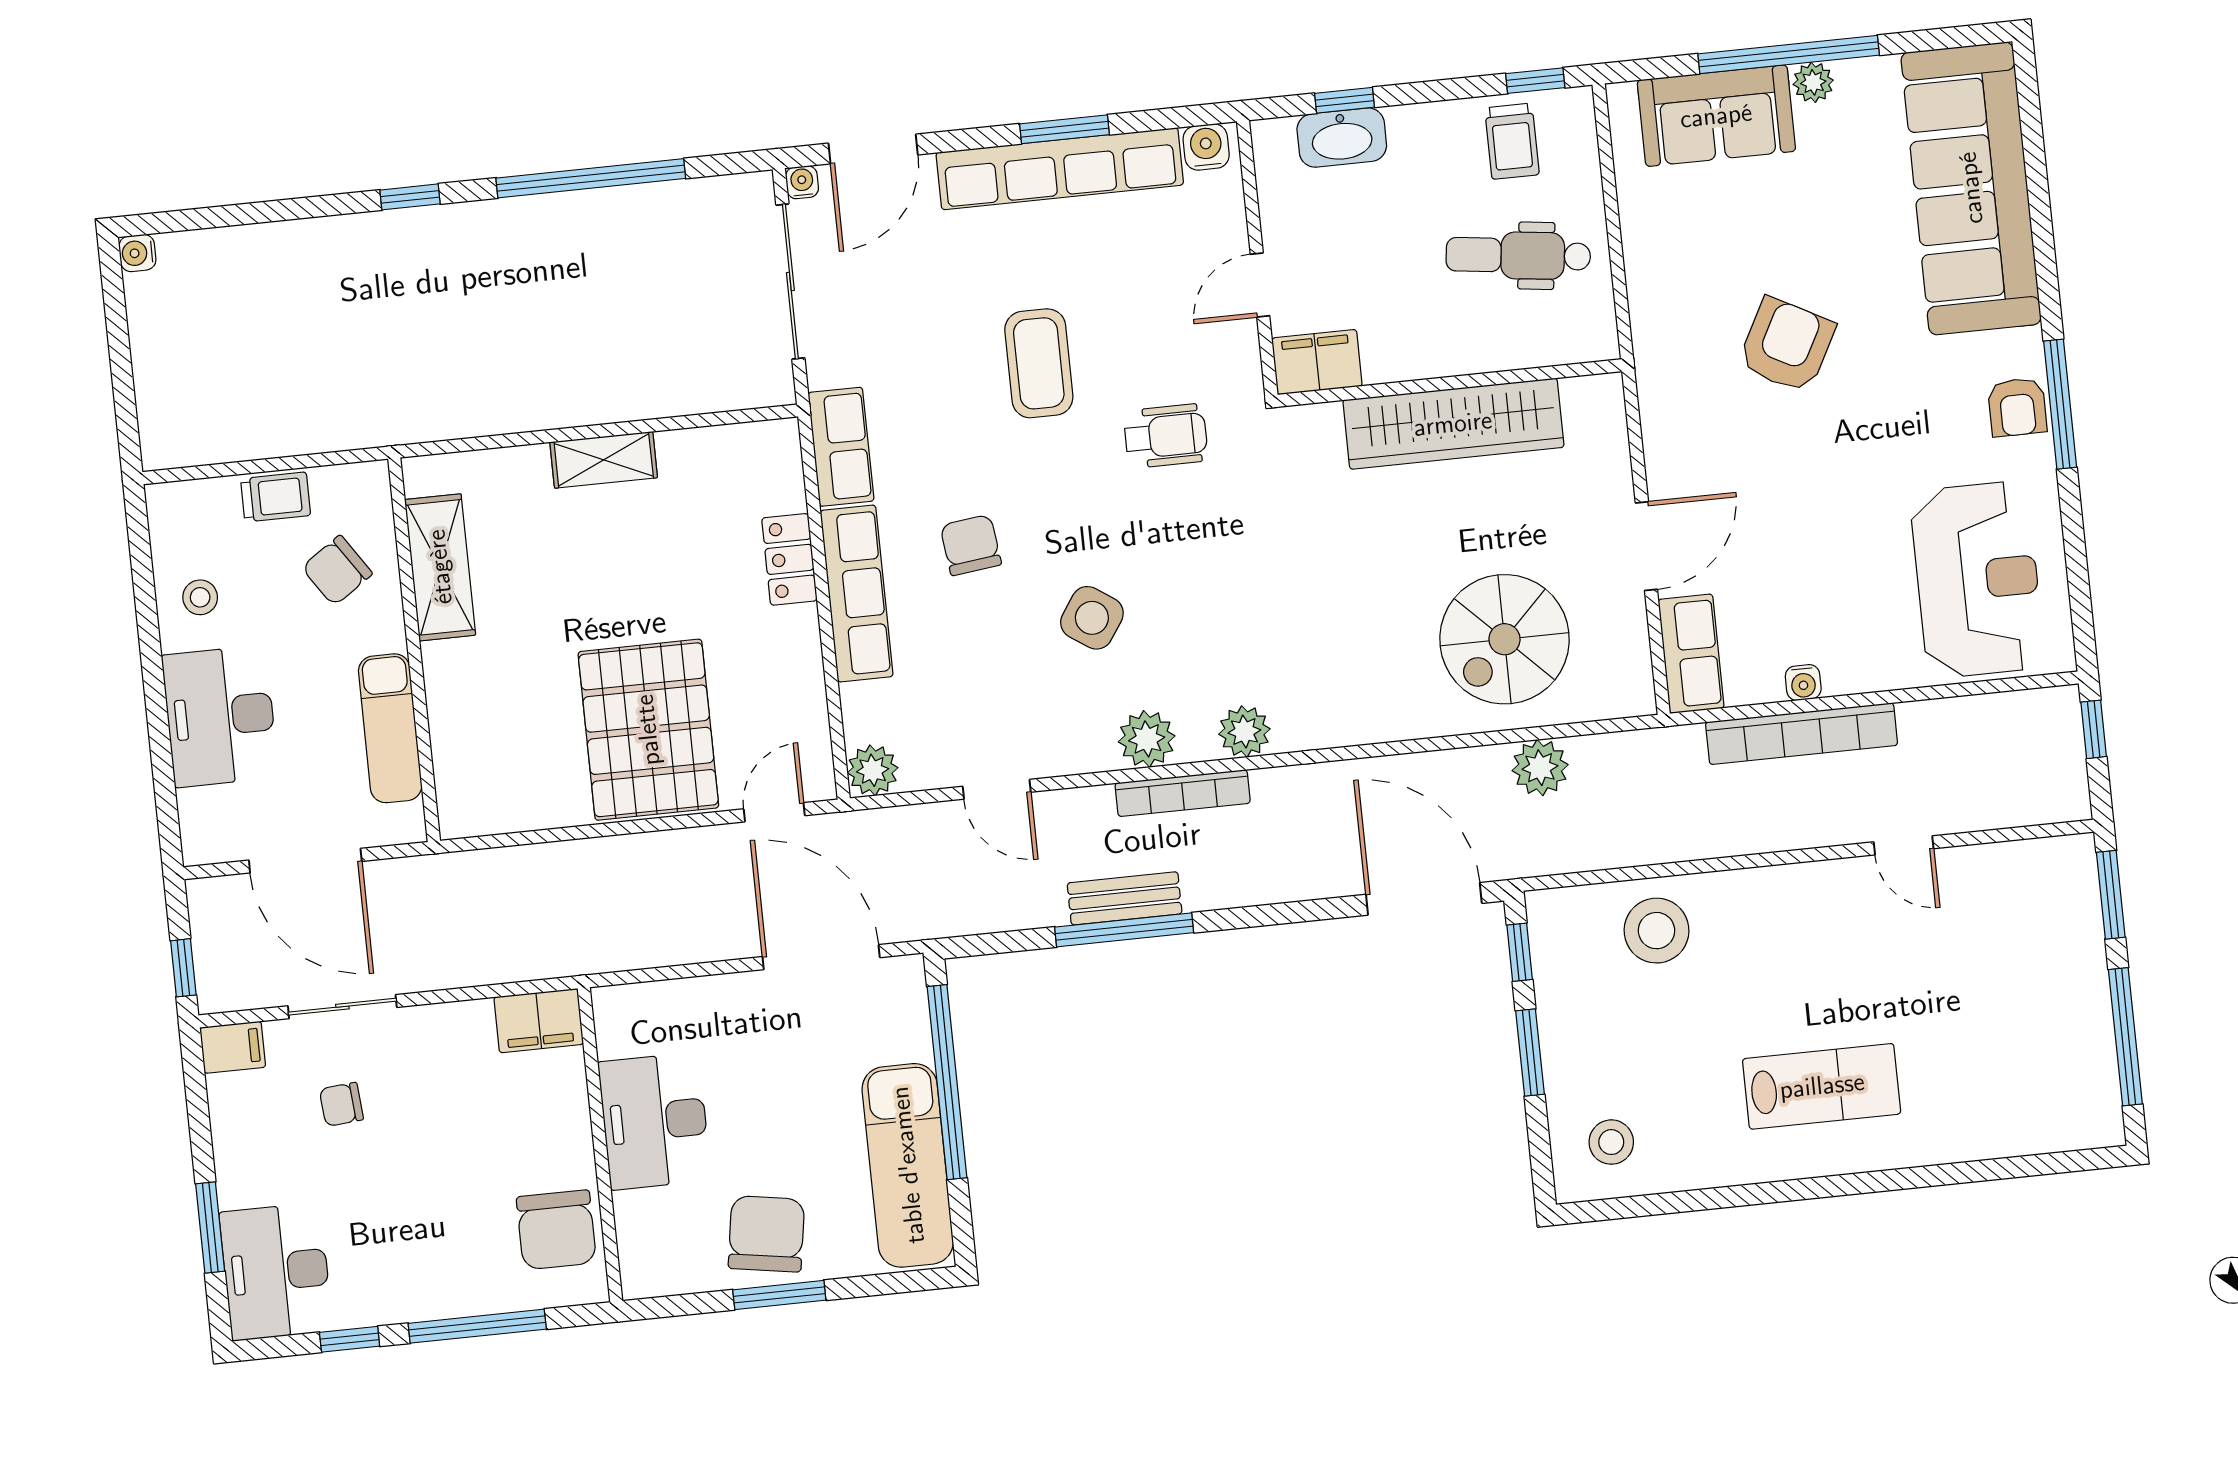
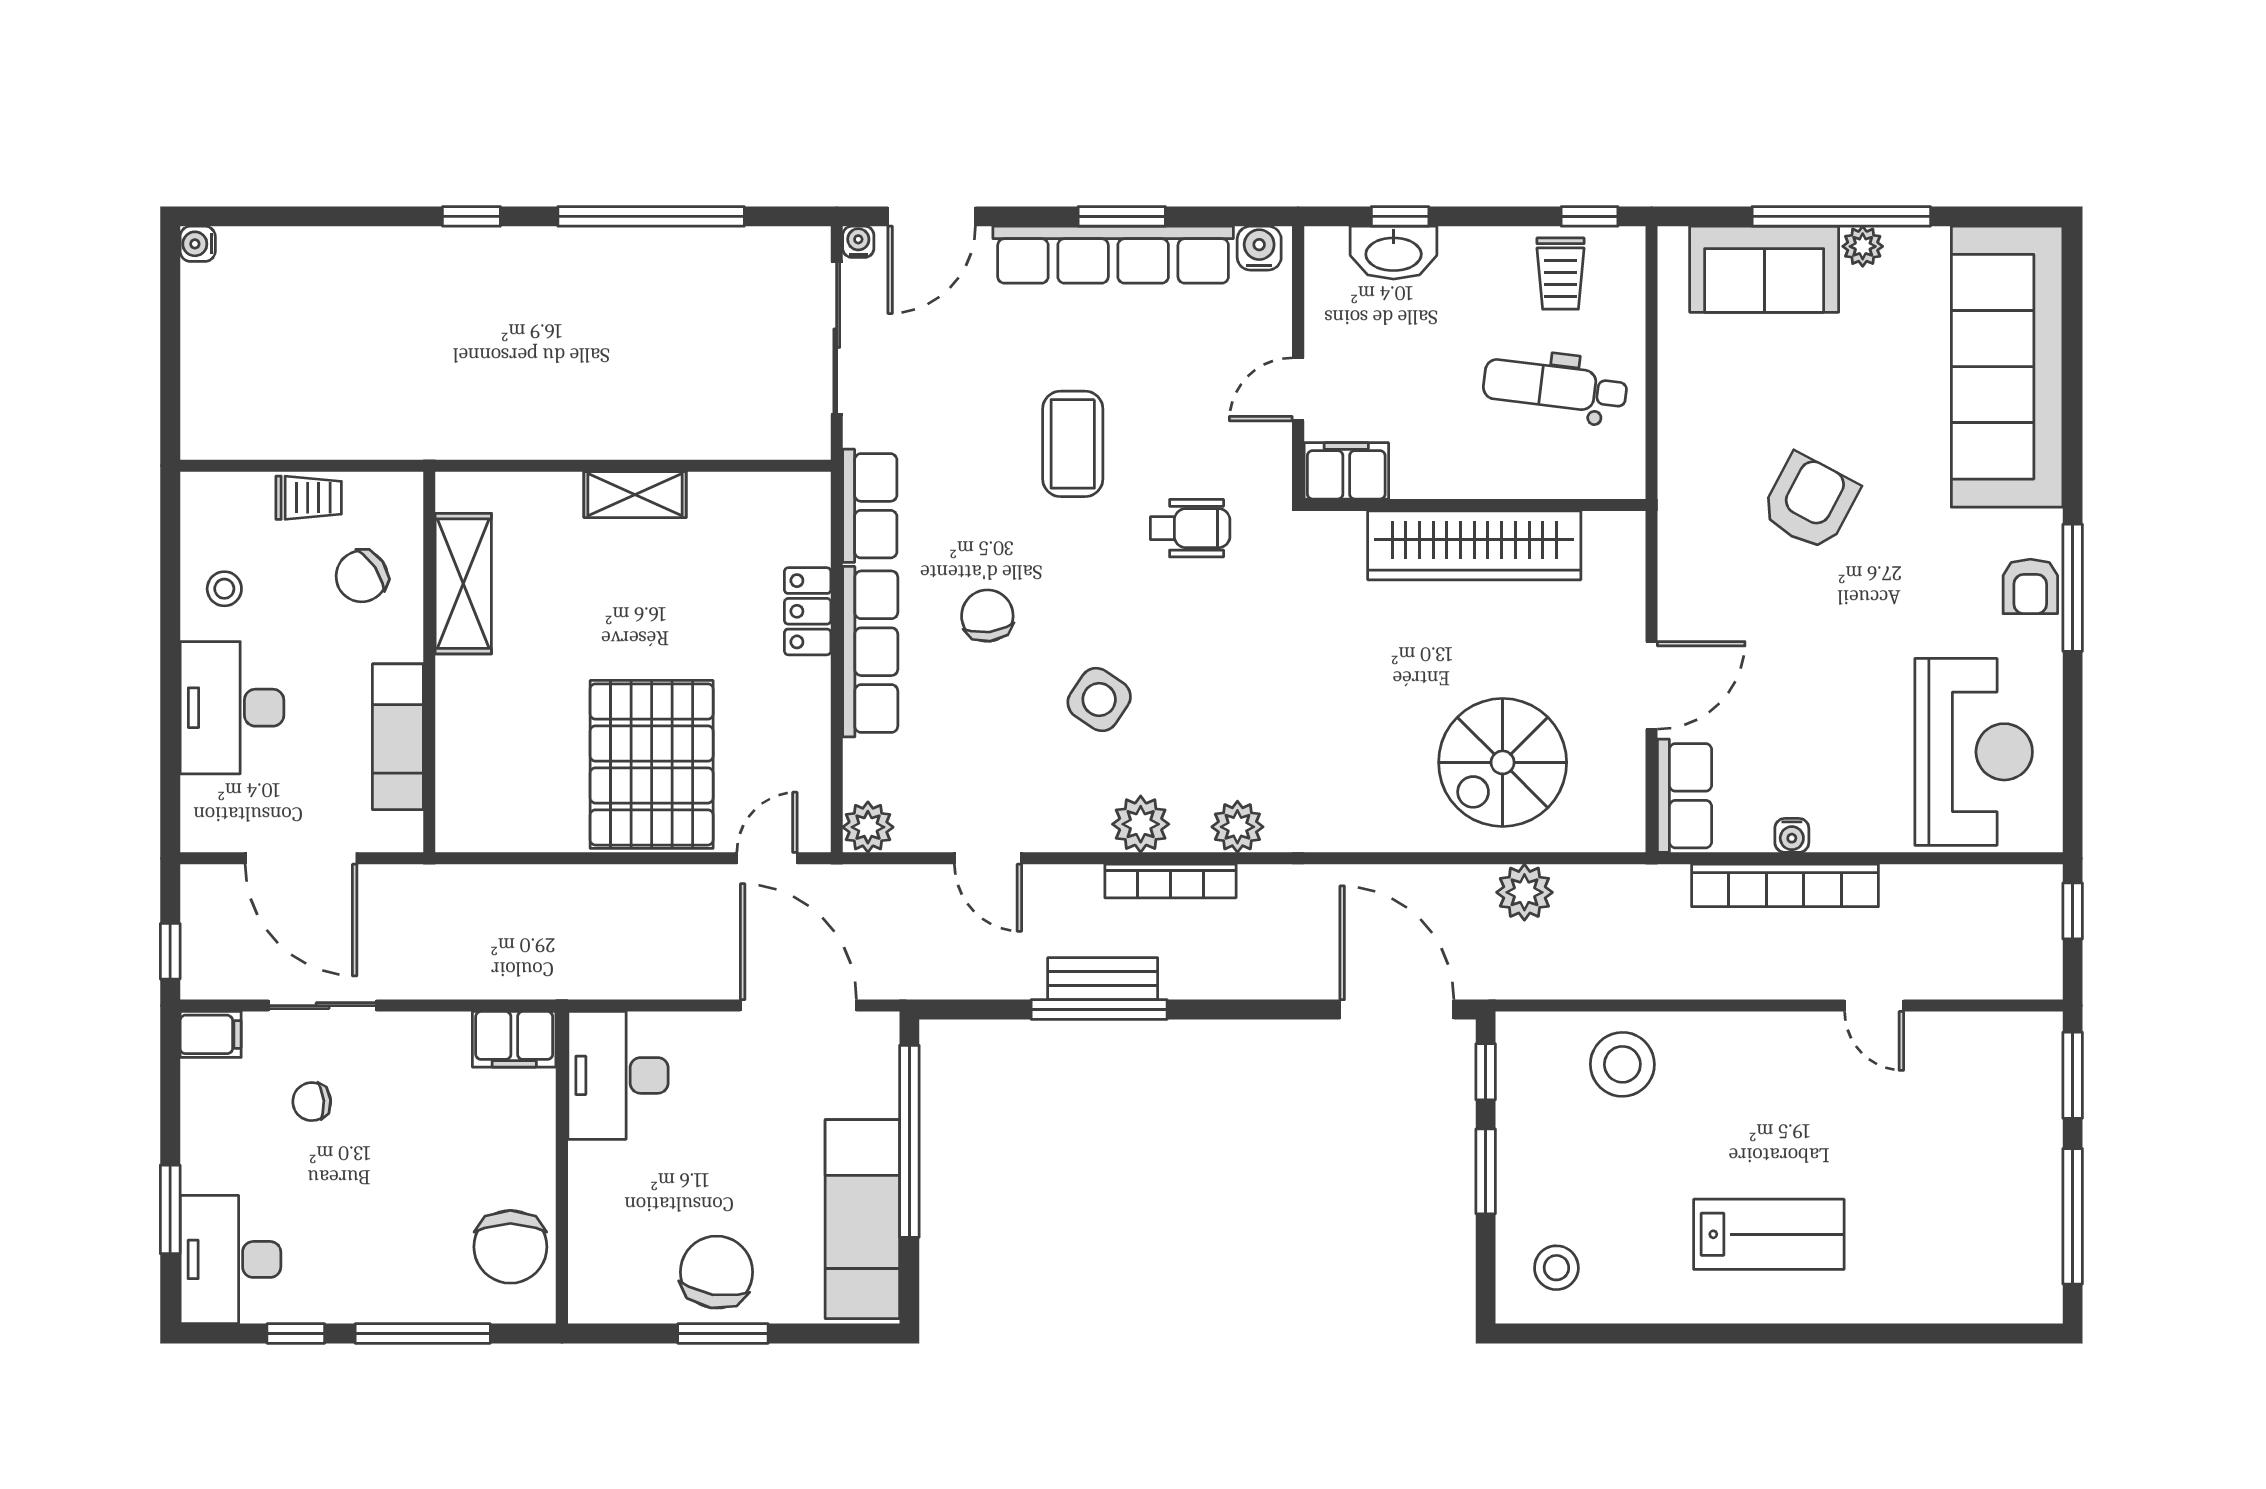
desk: (655, 1121) -> (618, 1075), moved

